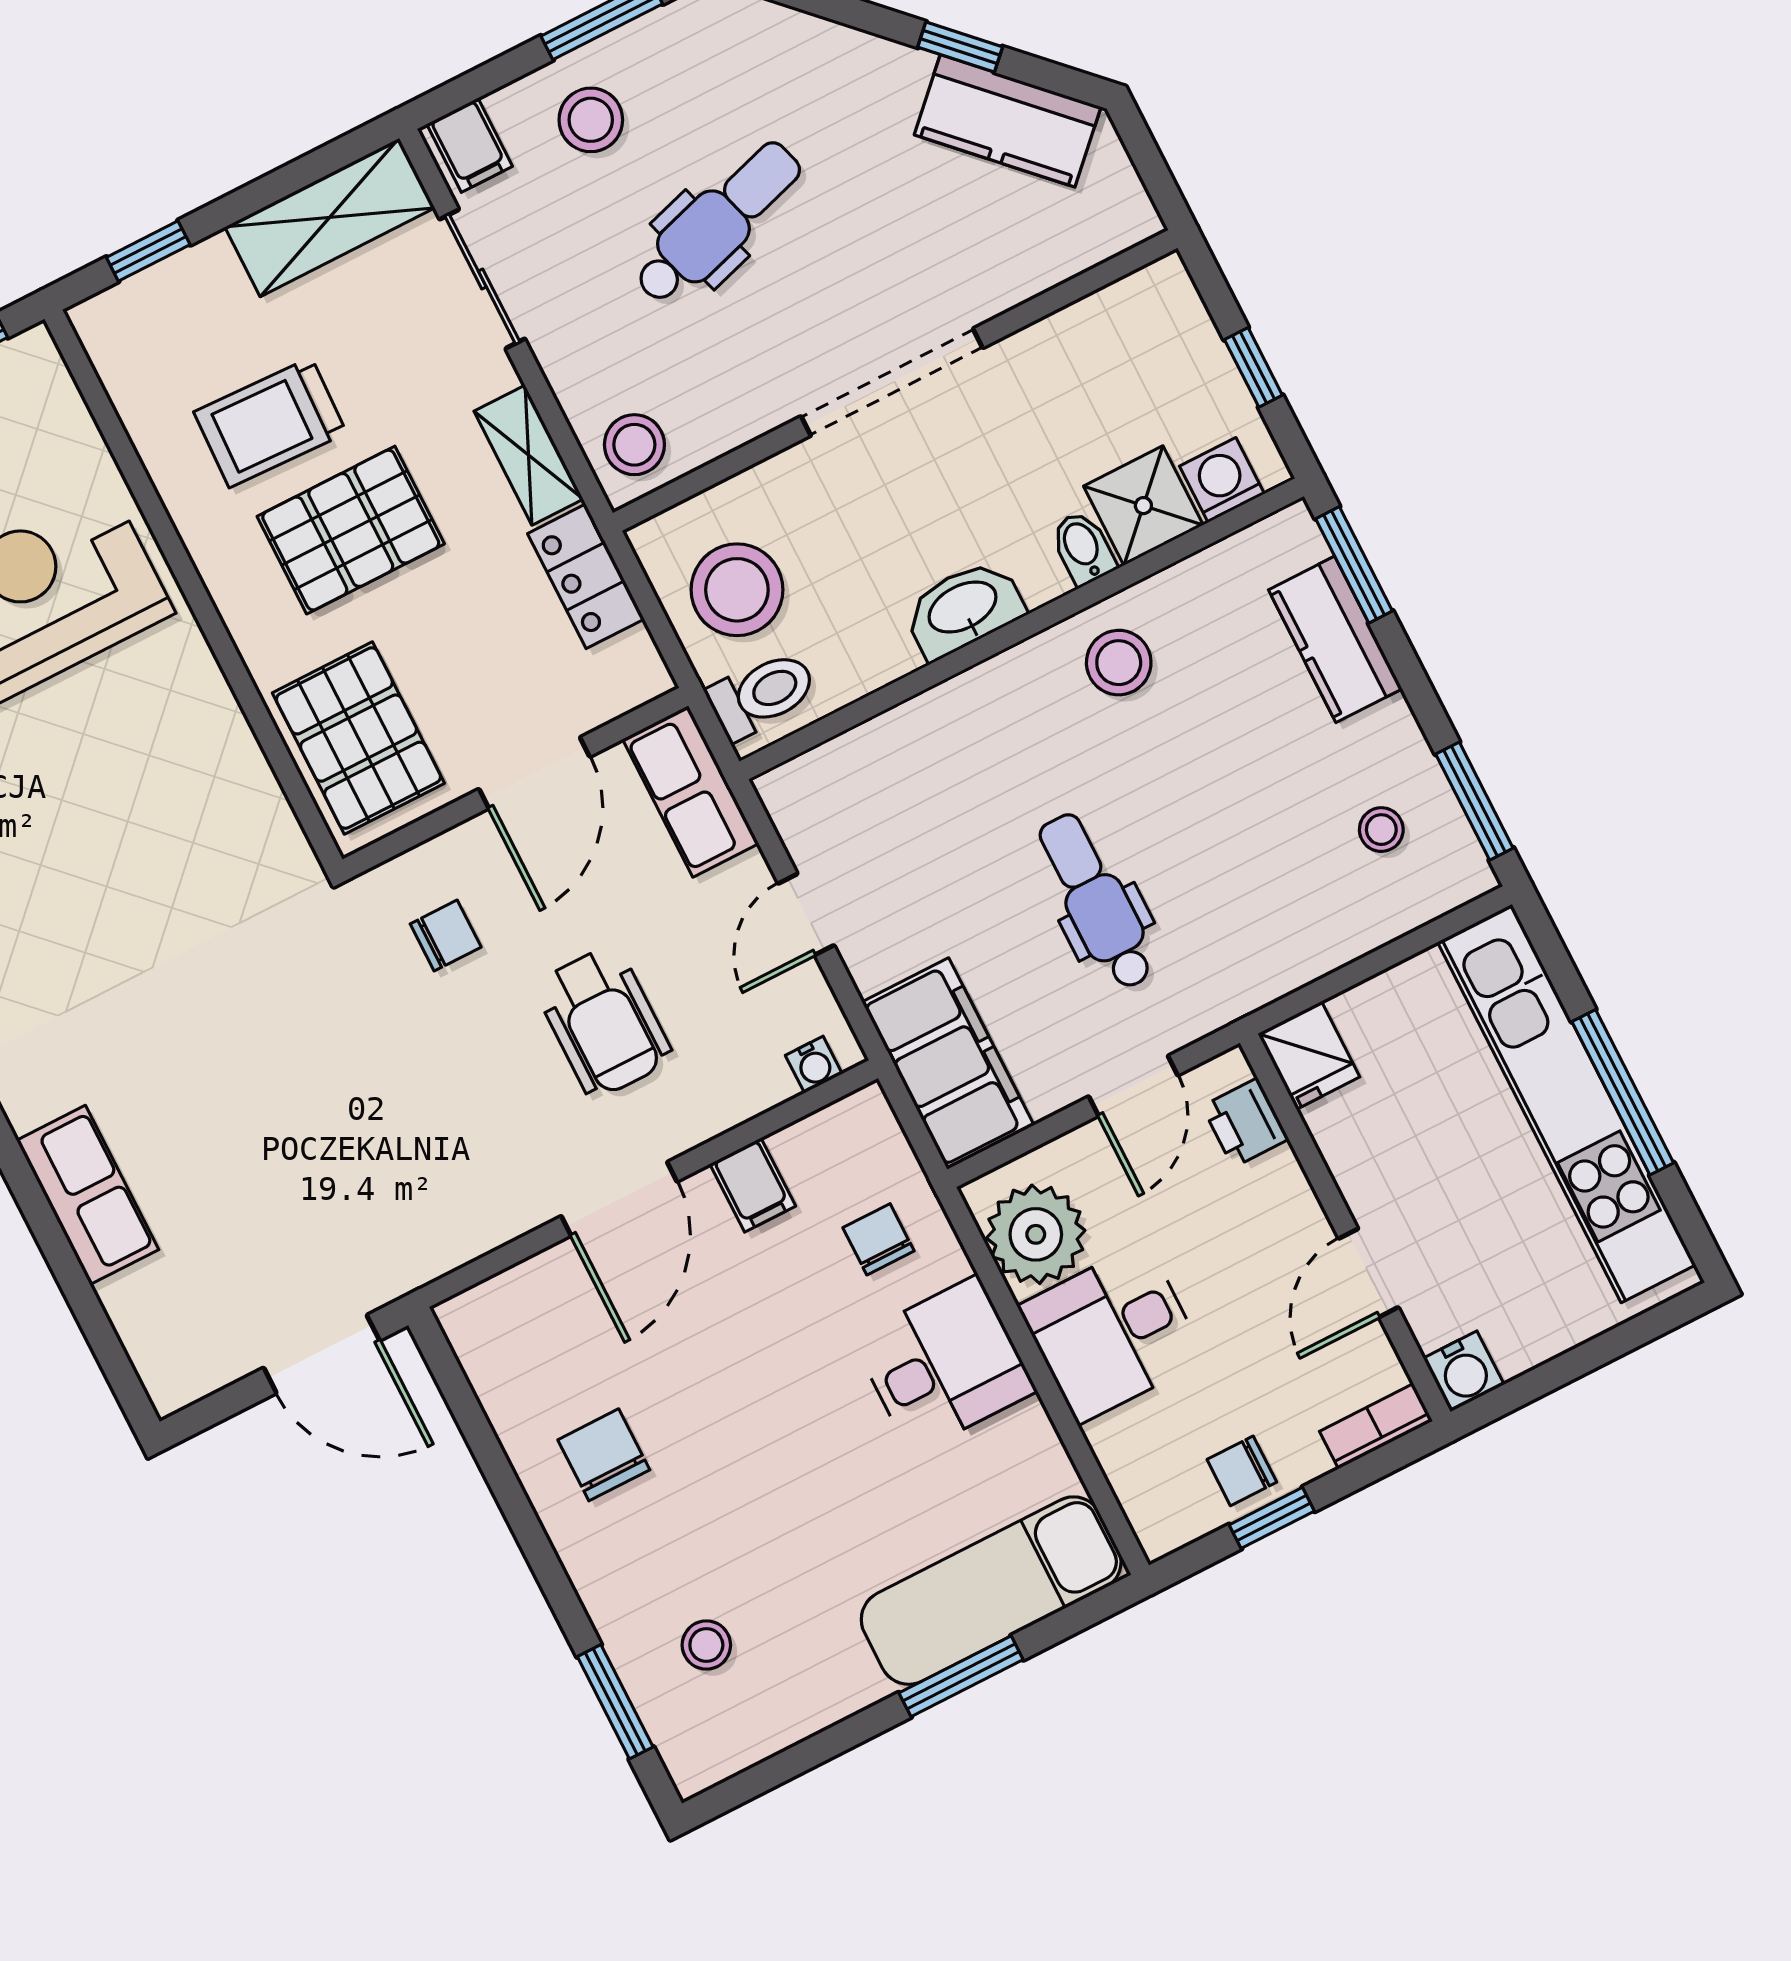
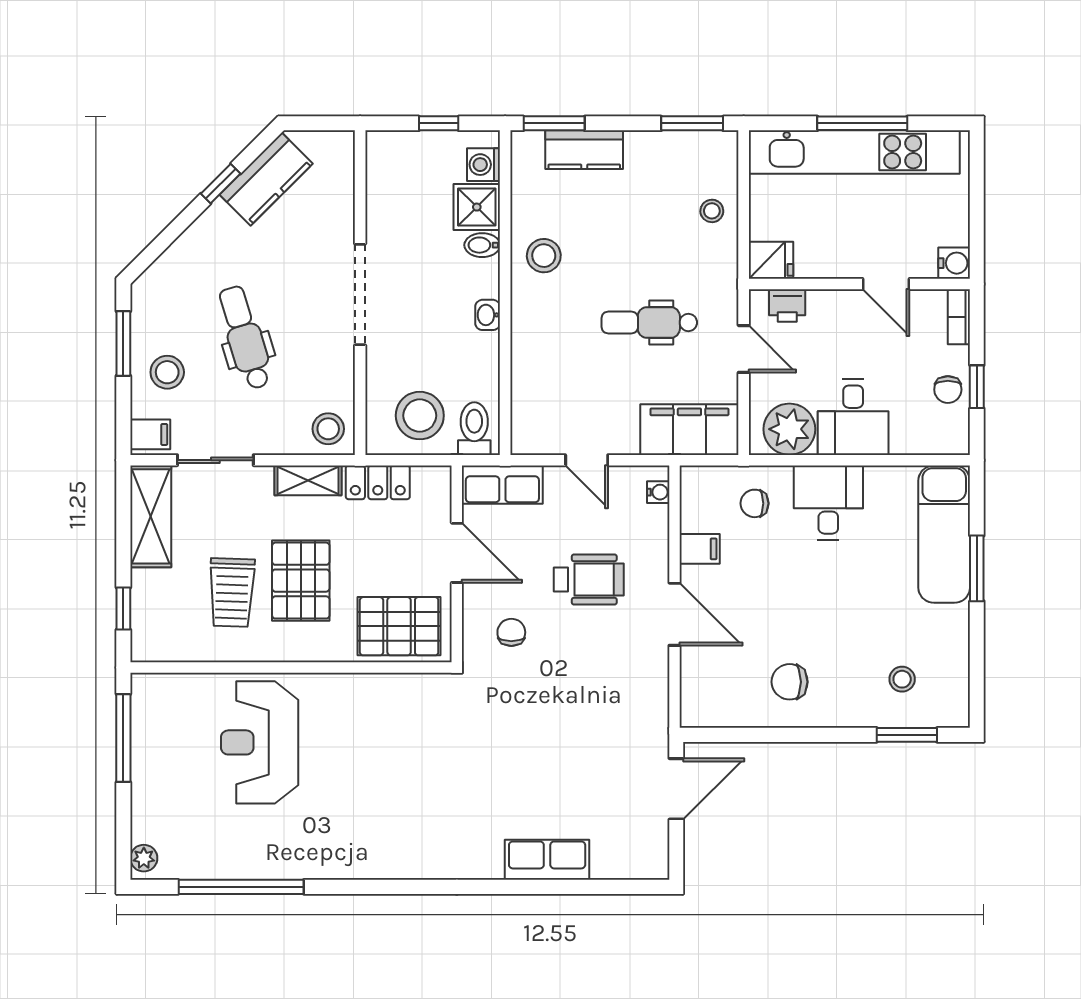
washbasin: (963, 609) -> (488, 315), width x0.52, depth x0.69
stool: (1381, 830) -> (712, 211), moved

